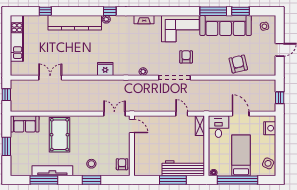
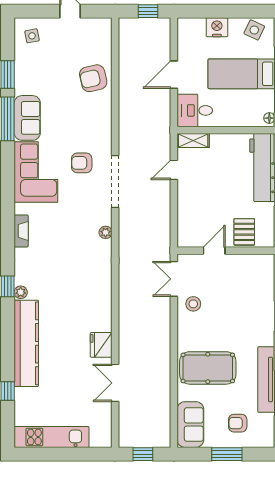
sofa: (226, 25) -> (27, 118), width x0.54, depth x0.79
fridge: (105, 69) -> (101, 345), moved
door: (132, 126) -> (214, 251), moved
nightstand: (270, 128) -> (217, 27), moved
pallet: (143, 157) -> (244, 232), added
stool: (91, 164) -> (193, 304), moved
armchair: (122, 164) -> (238, 423), moved

